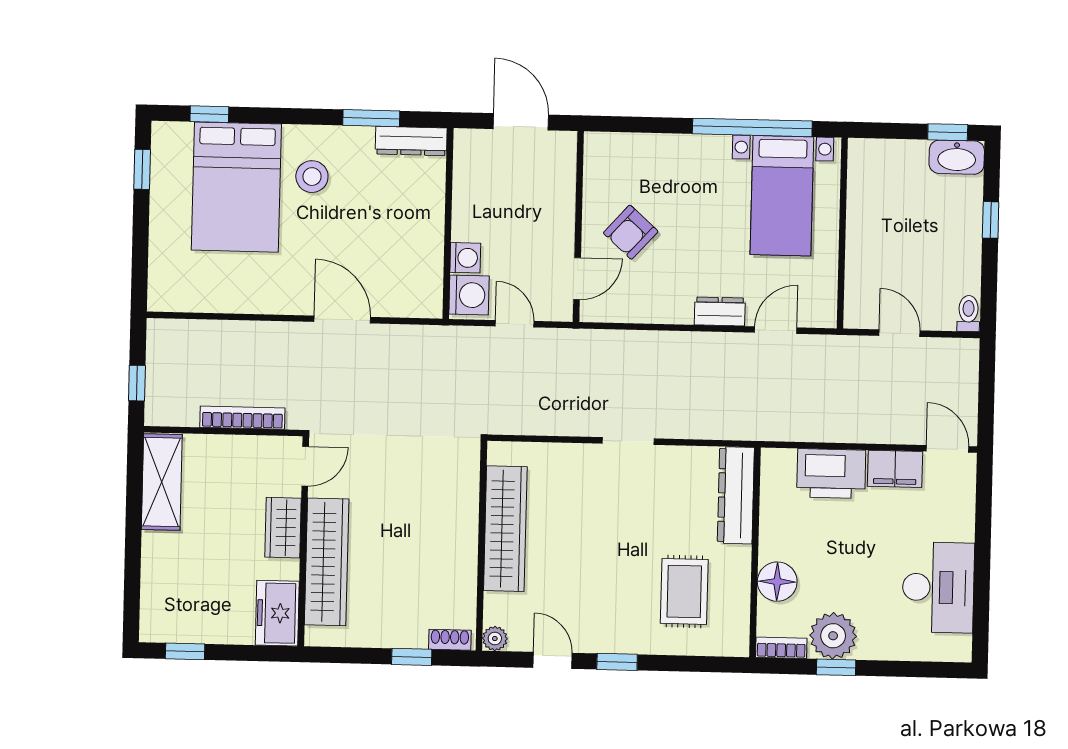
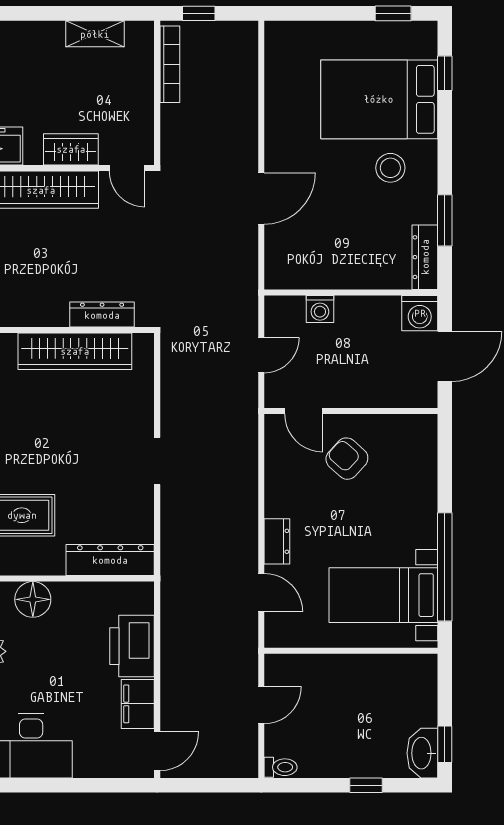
washing machine: (469, 295) -> (420, 313), moved
bookcase: (242, 418) -> (170, 64), moved
shelving: (162, 482) -> (95, 34), width x0.67, depth x0.75
dresser: (466, 498) -> (102, 315), added

